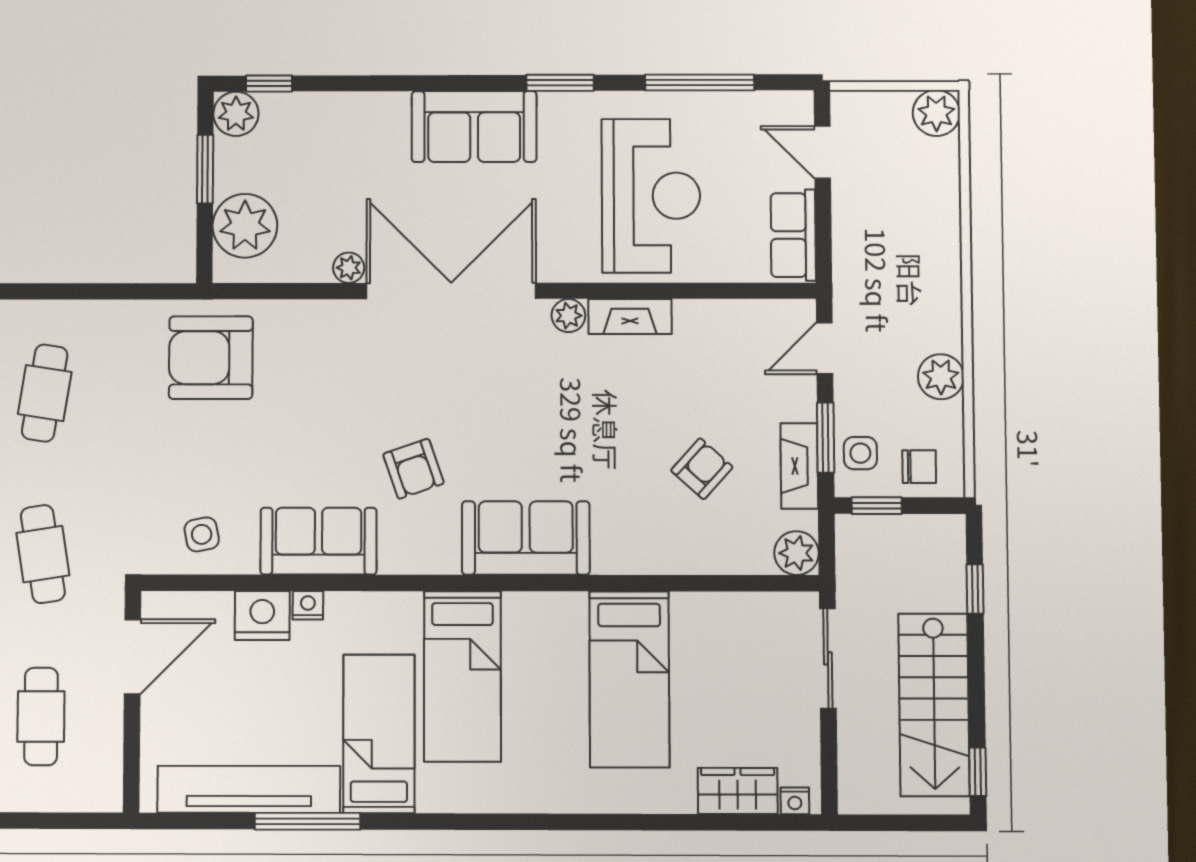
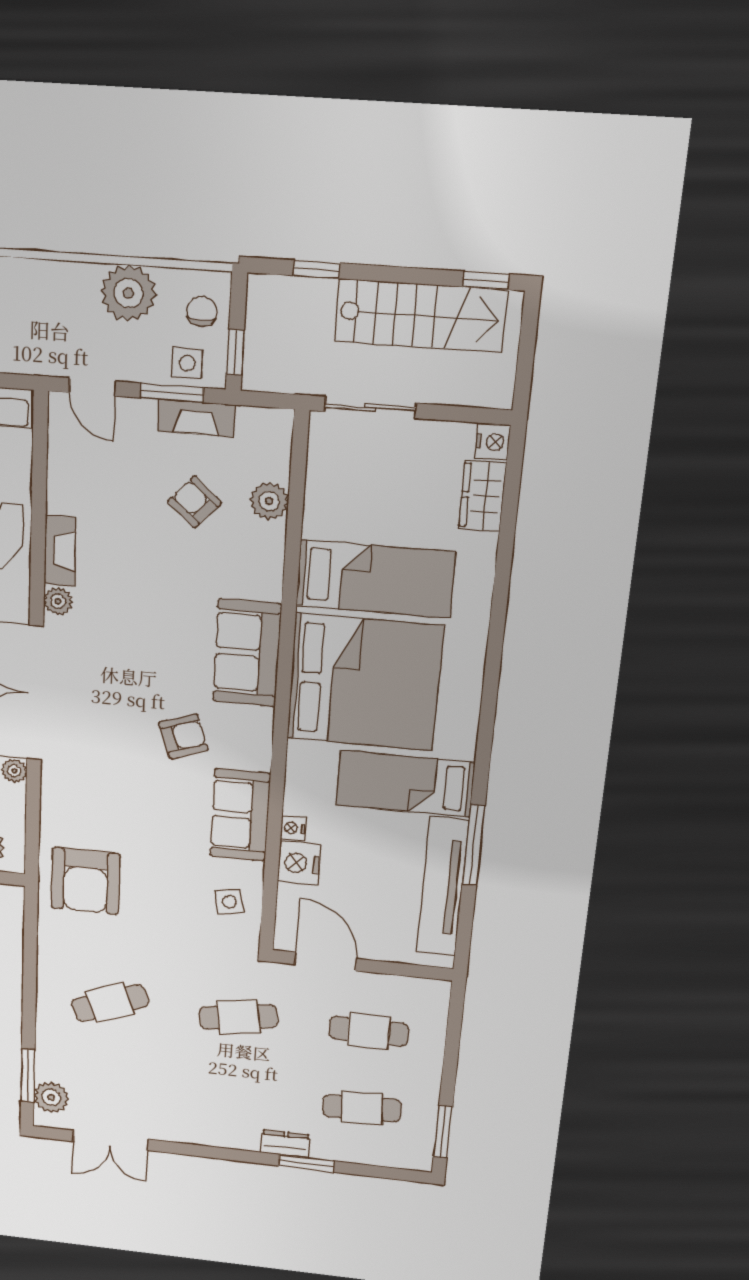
plant: (941, 377) -> (128, 293), width x1.36, depth x1.36
cafe table: (45, 393) -> (110, 1003), turned -30
plant: (796, 553) -> (269, 501), moved
bed: (462, 676) -> (364, 682), width x2.04
nightstand: (795, 801) -> (493, 442), width x1.39, depth x1.35

